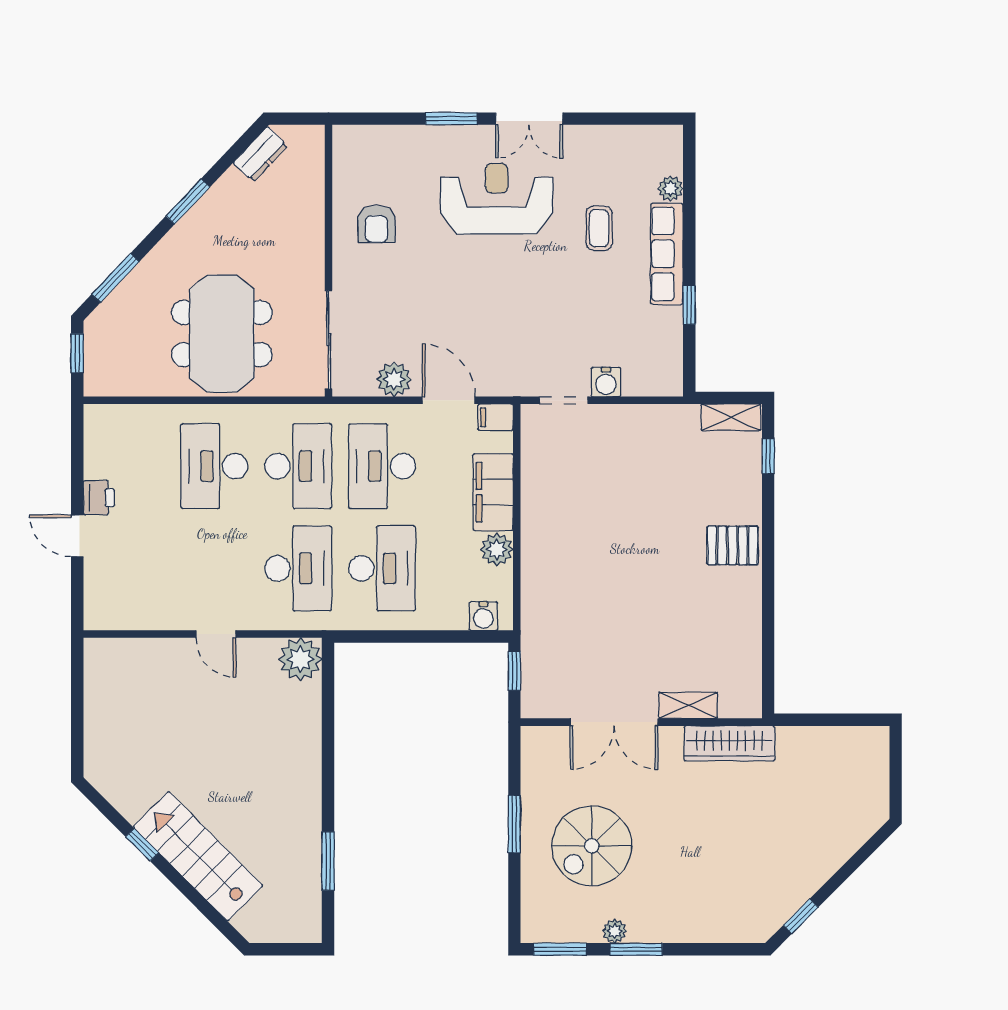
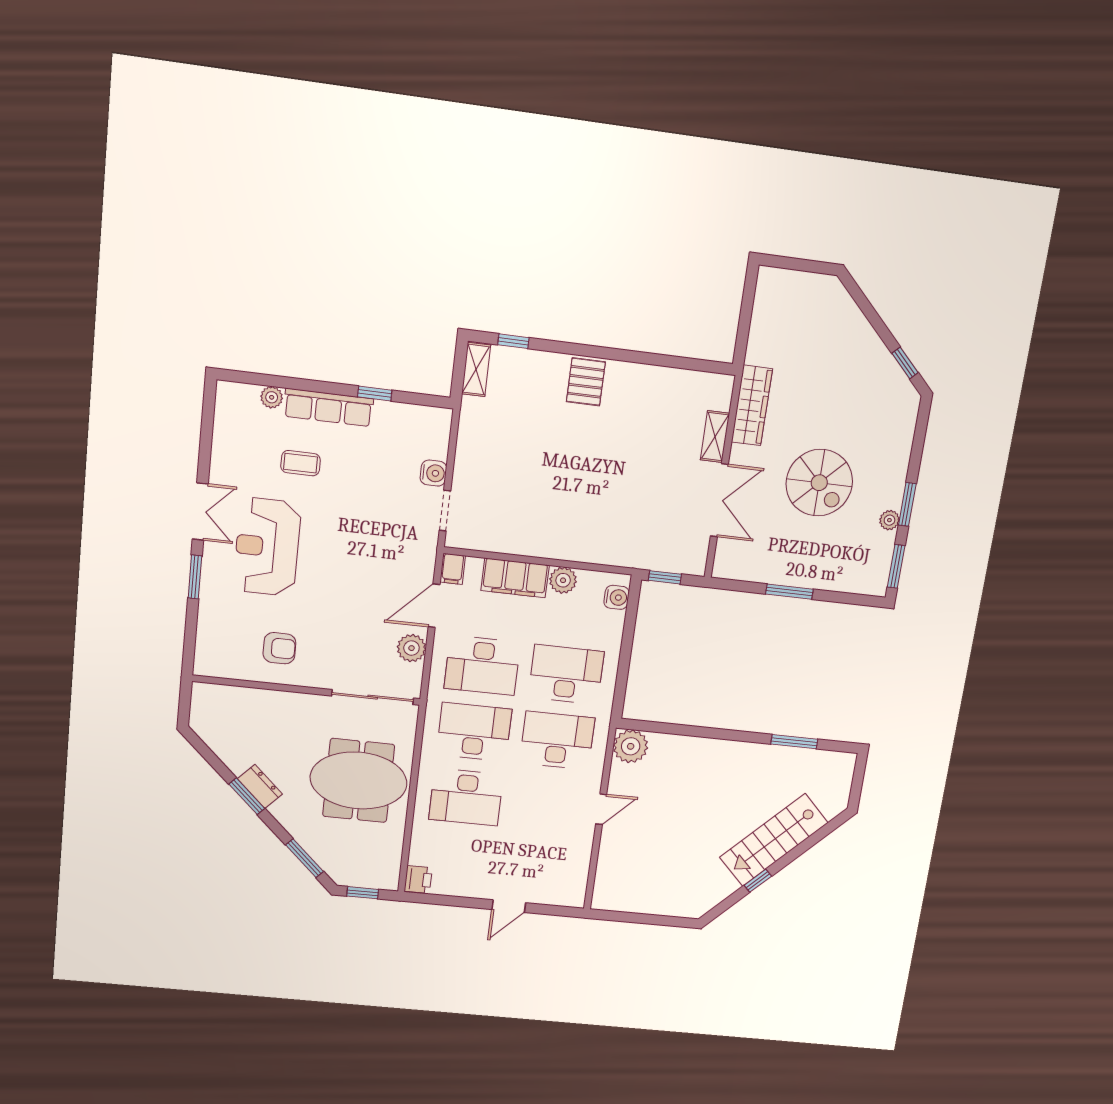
dresser: (260, 154) -> (260, 786), moved
printer: (99, 498) -> (418, 879), moved, turned 90
spiral stairs: (592, 846) -> (819, 483), moved

